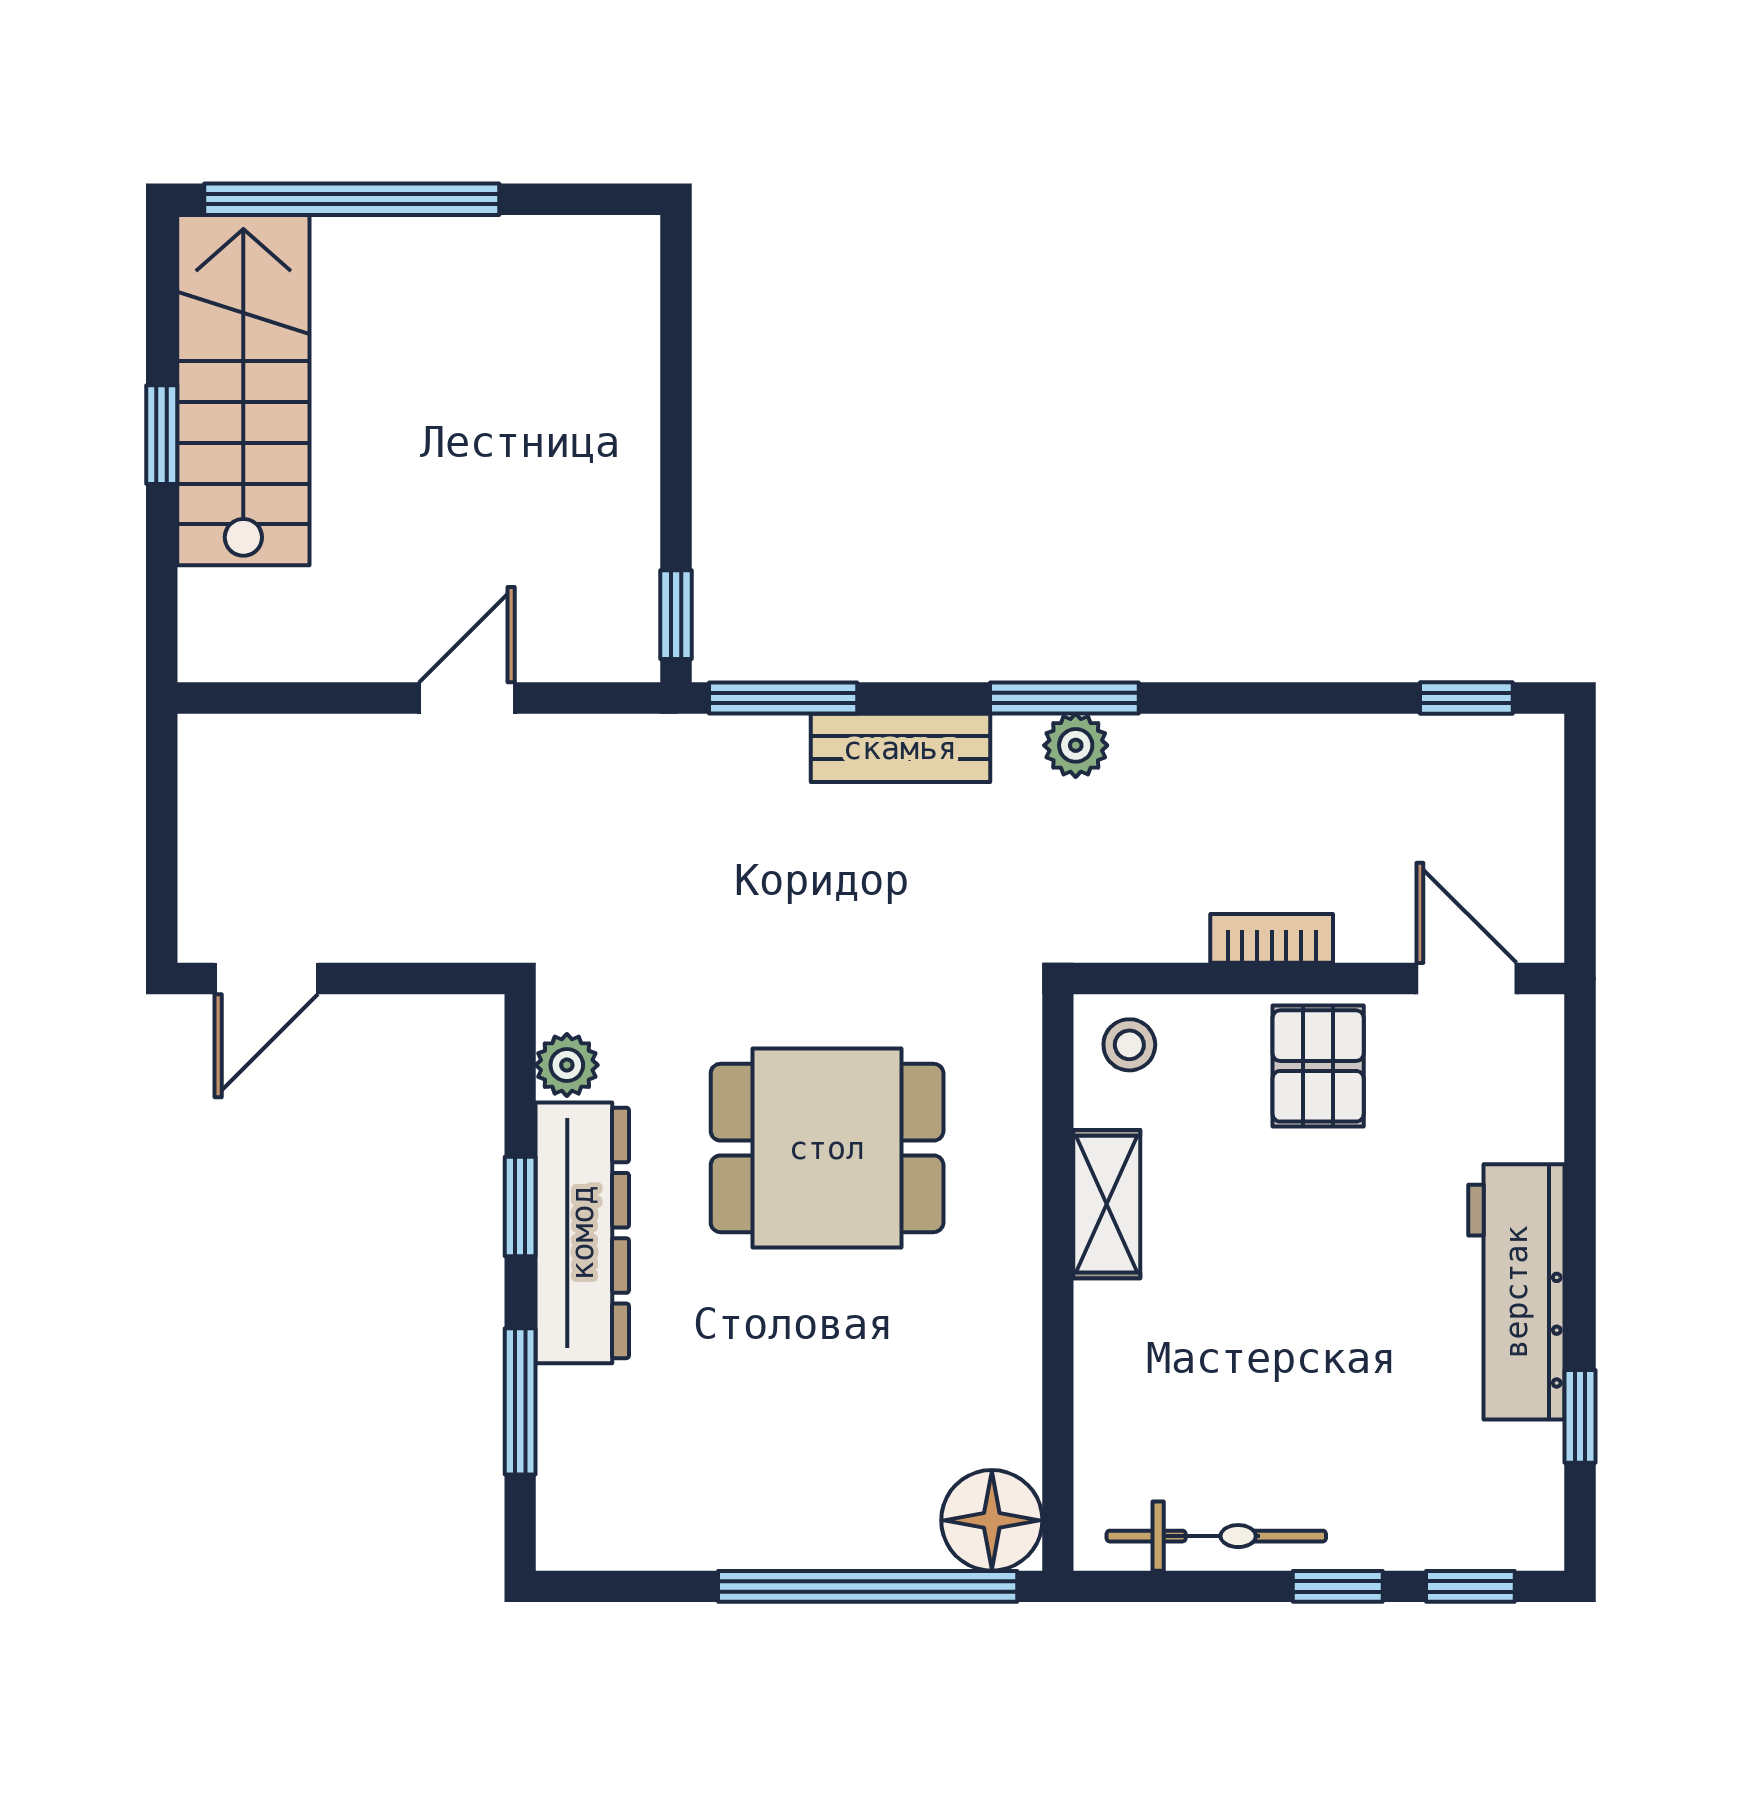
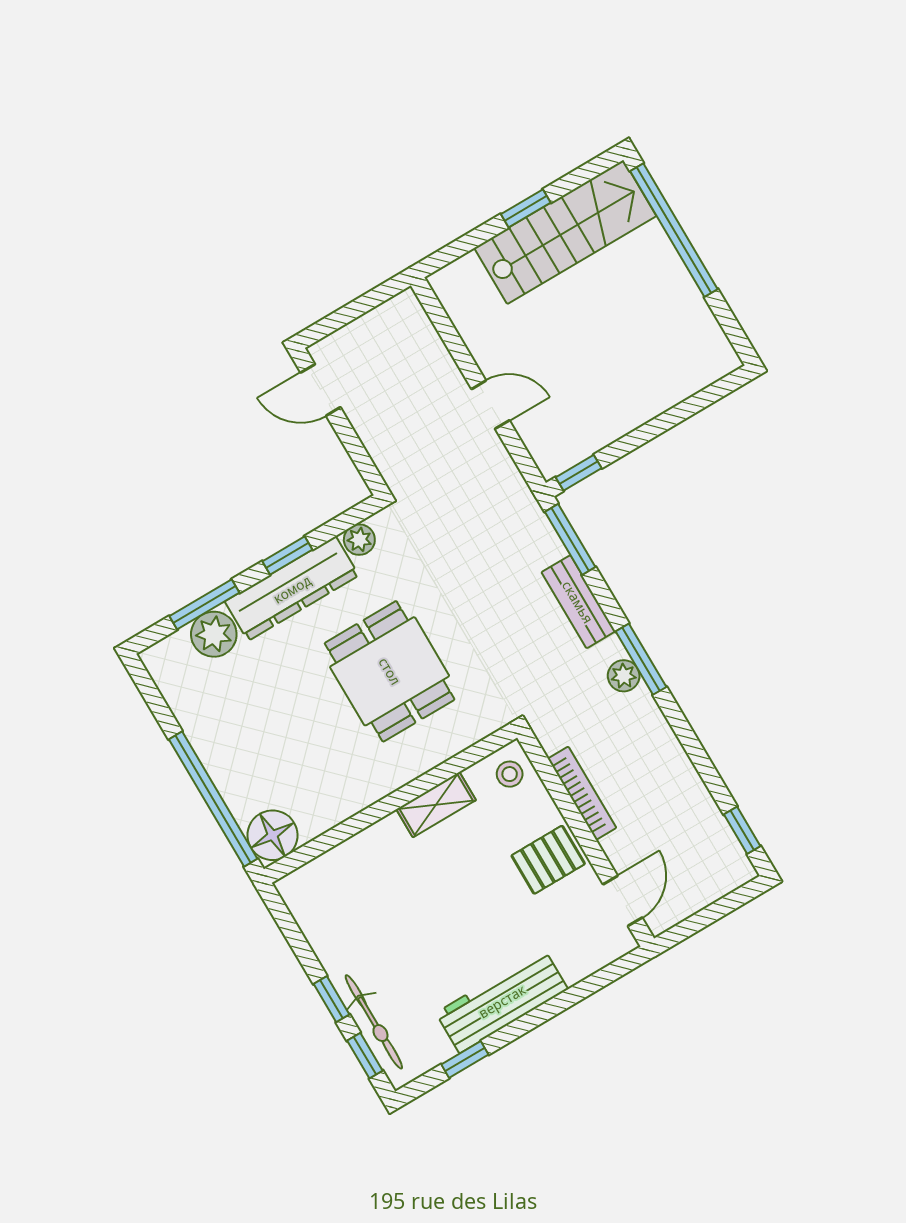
bookcase: (1272, 938) -> (582, 793), width x1.56
plant: (582, 1416) -> (214, 634), added
bicycle: (1216, 1536) -> (374, 1022), moved

